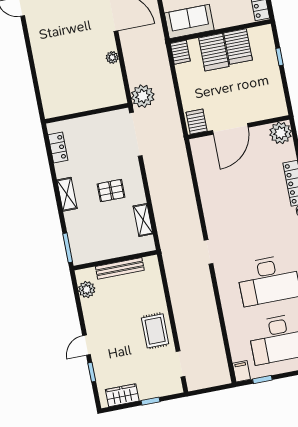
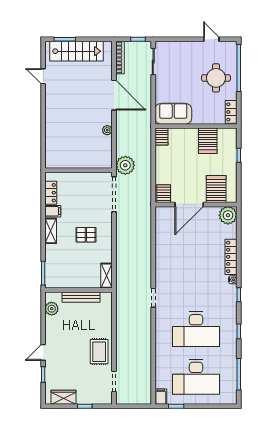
server rack: (214, 52) -> (216, 189), moved, turned 180
filing cabinet: (65, 170) -> (53, 211), added
shelving: (143, 220) -> (107, 276), moved

